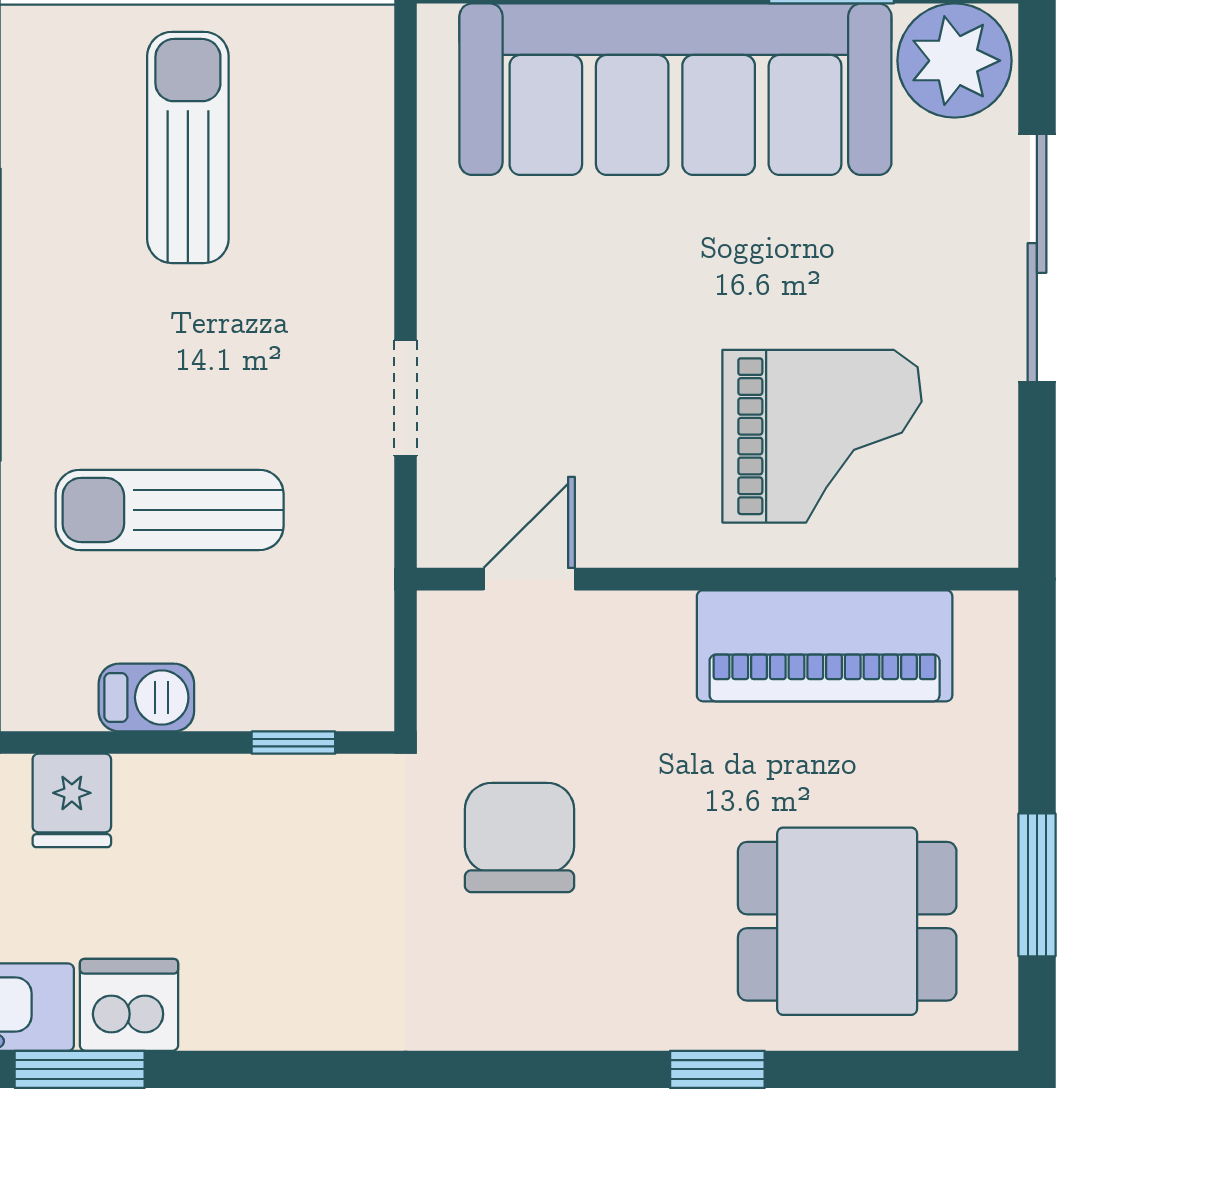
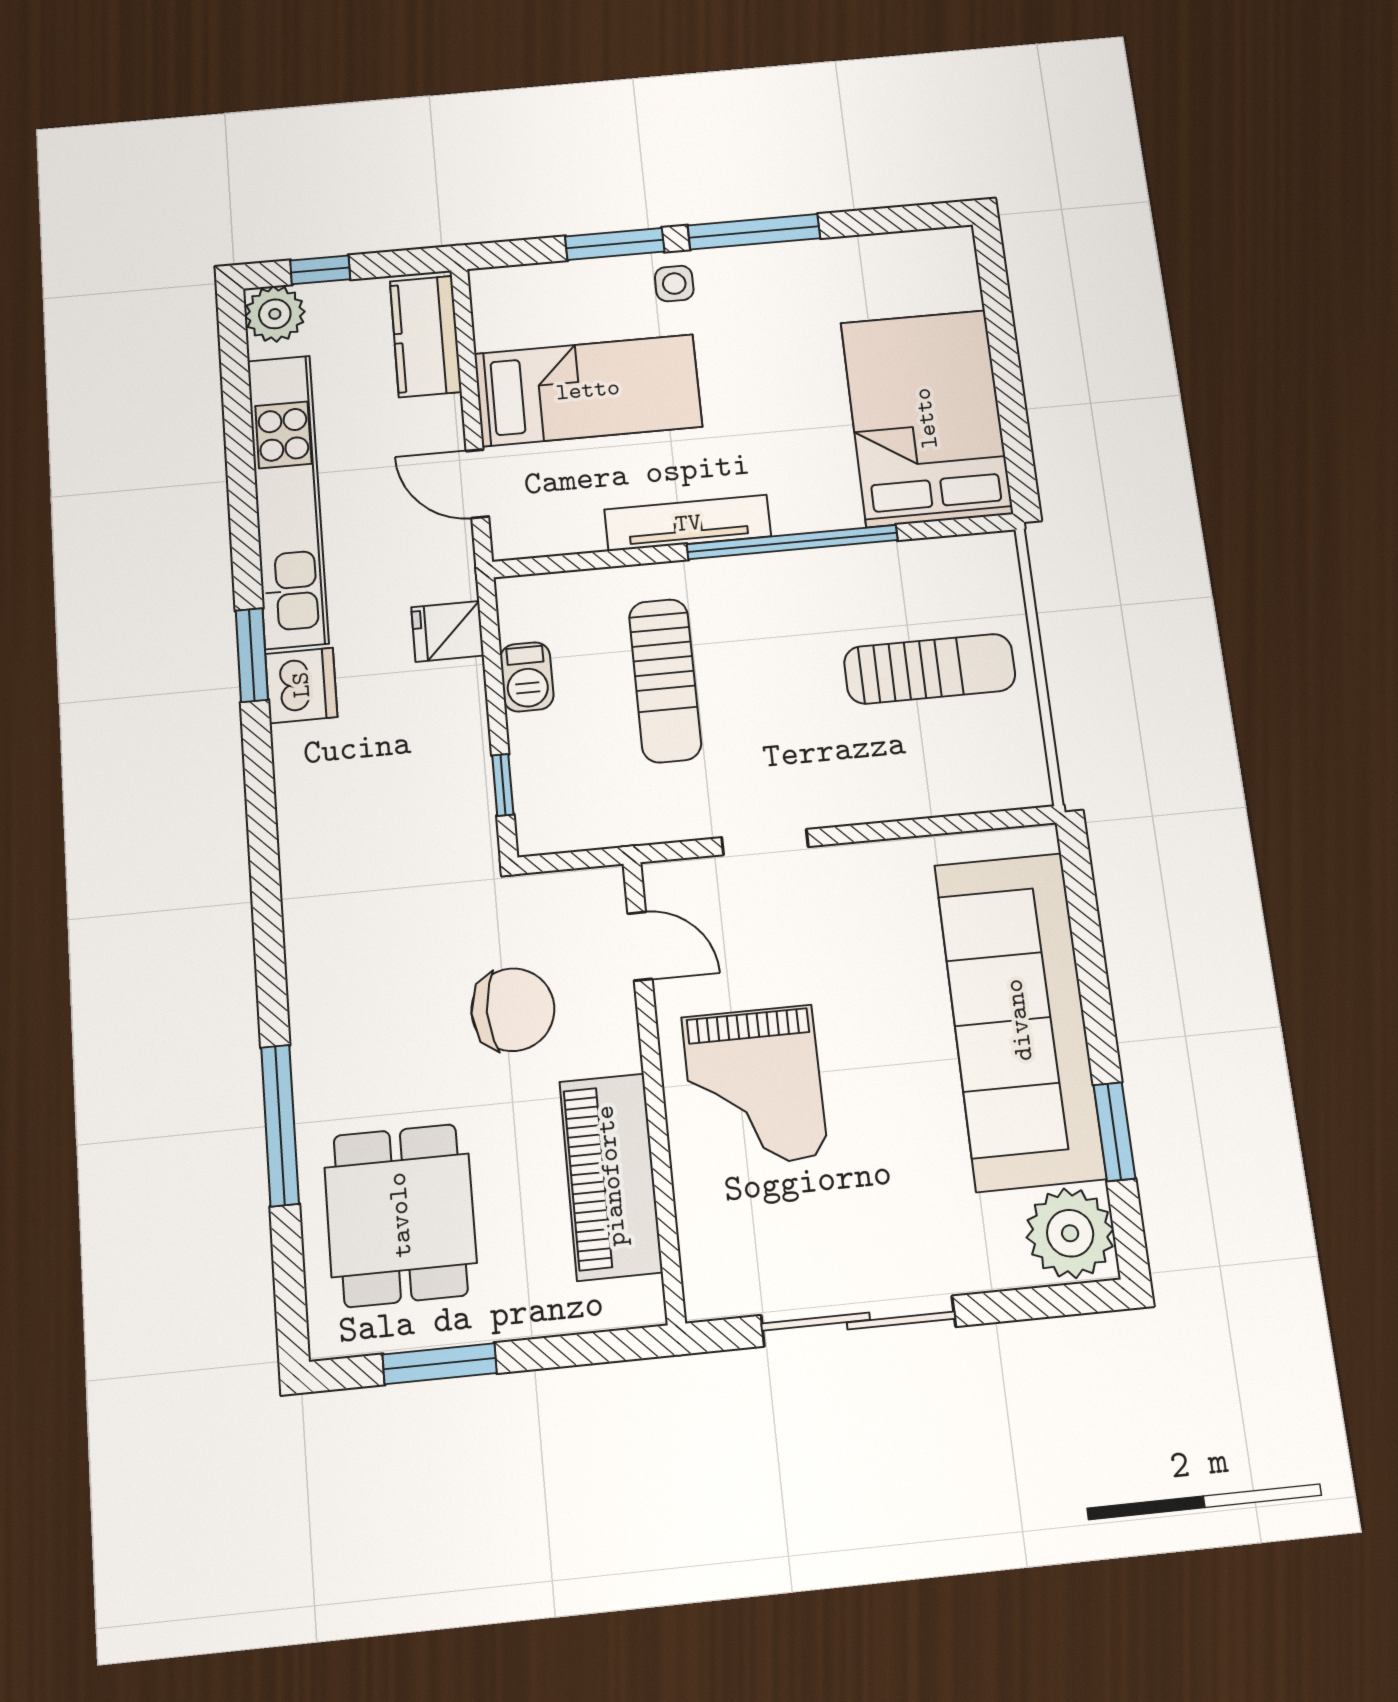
sliding door: (1037, 258) -> (858, 1321), moved
grand piano: (822, 436) -> (754, 1087), moved
sun lounger: (170, 510) -> (665, 680), turned 180
chair: (519, 837) -> (513, 1010), moved
window: (717, 1069) -> (280, 1125), width x2.17

